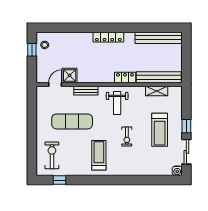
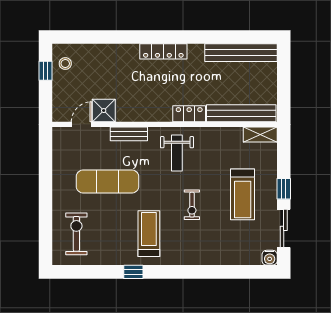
shelving: (157, 91) -> (260, 134), moved
window: (60, 180) -> (133, 272), moved

